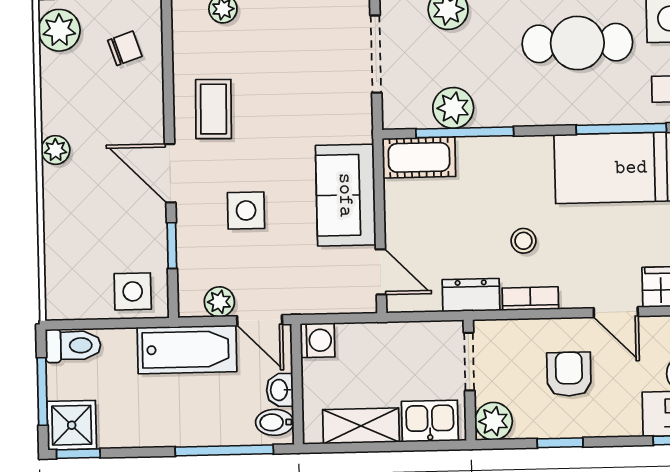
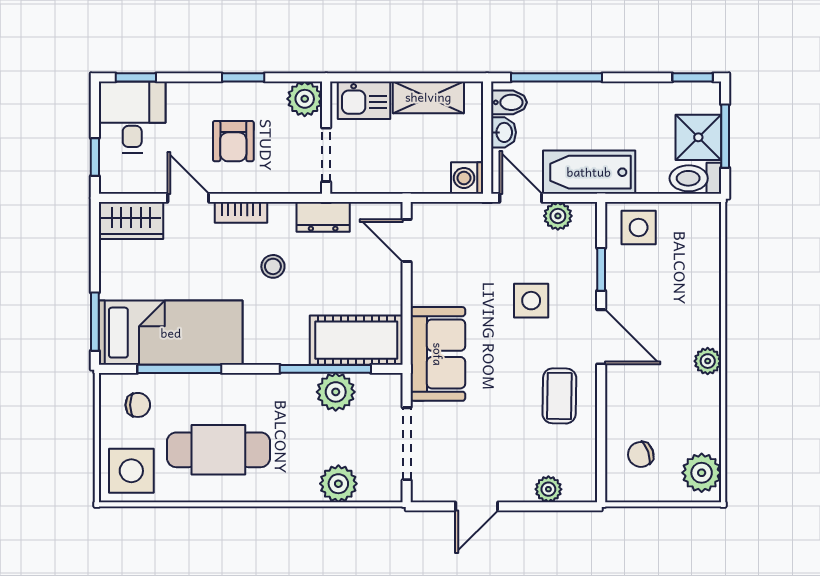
cot: (419, 157) -> (356, 340), width x1.37, depth x1.34
sofa: (346, 195) -> (438, 354), moved
bookcase: (530, 299) -> (241, 212), moved
shower: (72, 425) -> (698, 137), moved

